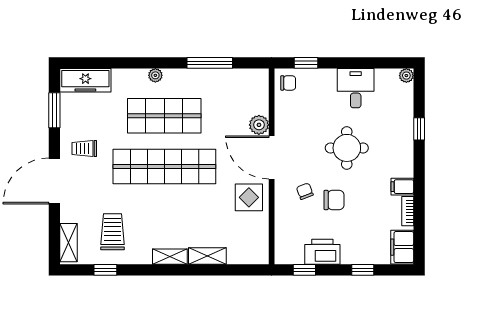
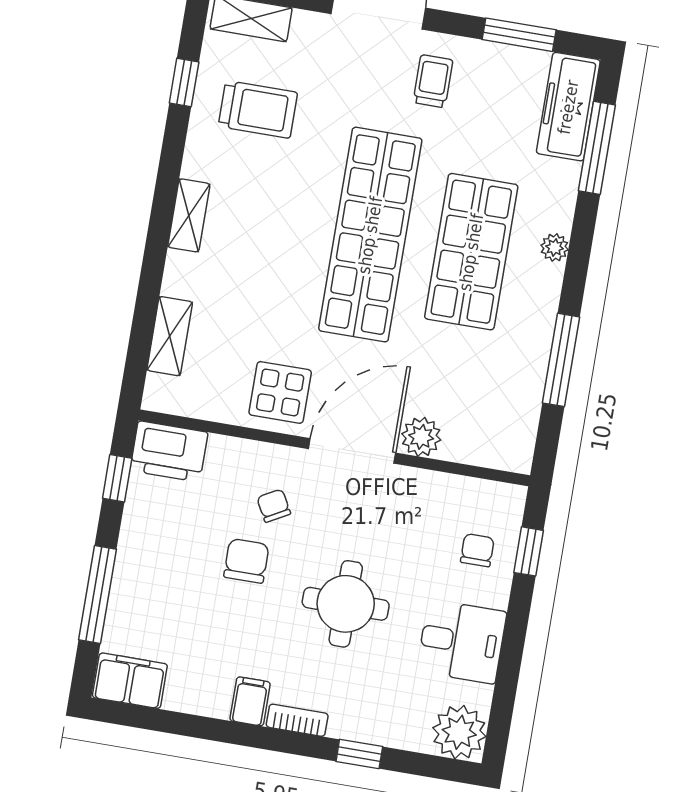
window: (103, 63) -> (597, 148), added
plant: (406, 76) -> (459, 732), width x1.87, depth x1.87
chair: (288, 83) -> (477, 550), moved, turned 180
chair: (305, 191) -> (274, 506), turned -98
chair: (334, 200) -> (246, 561), turned 180
bookcase: (408, 211) -> (297, 720), moved
printer: (322, 252) -> (169, 451), moved, turned 90
shelving: (207, 256) -> (170, 336), moved
window: (363, 270) -> (98, 595), width x2.17

